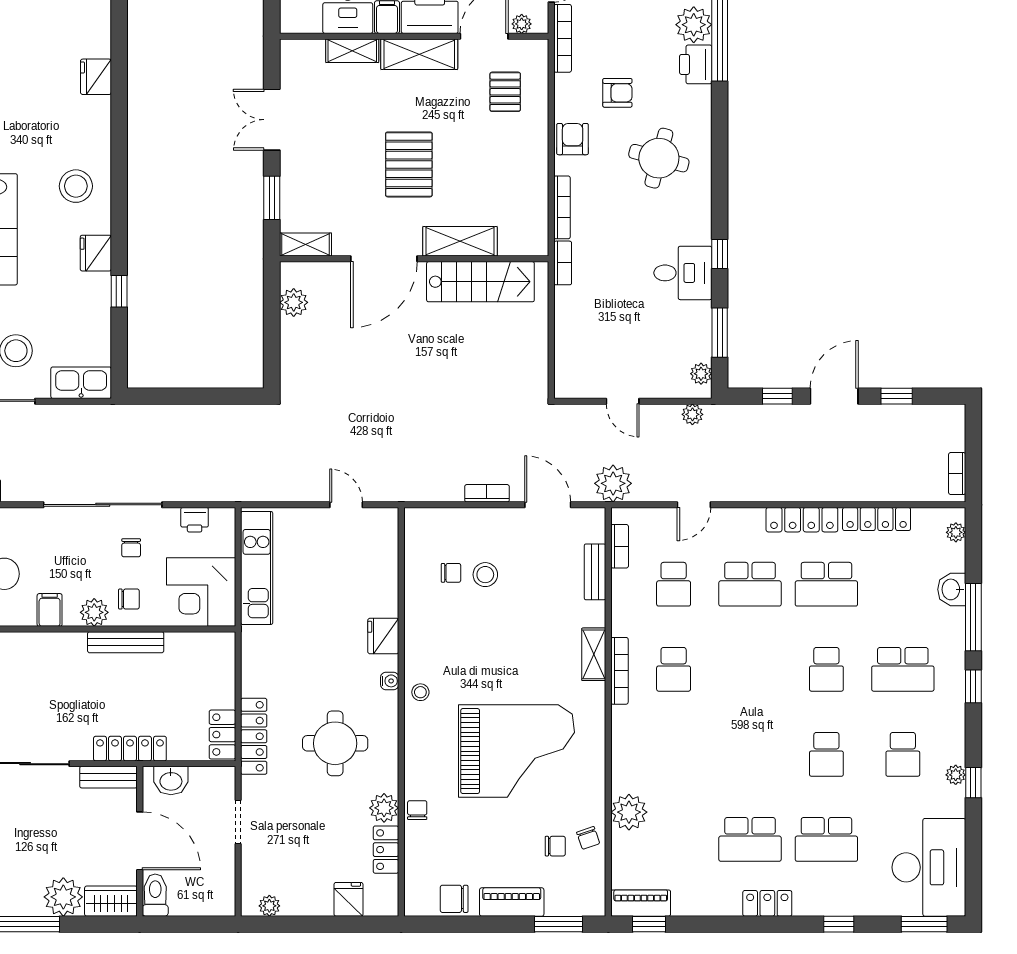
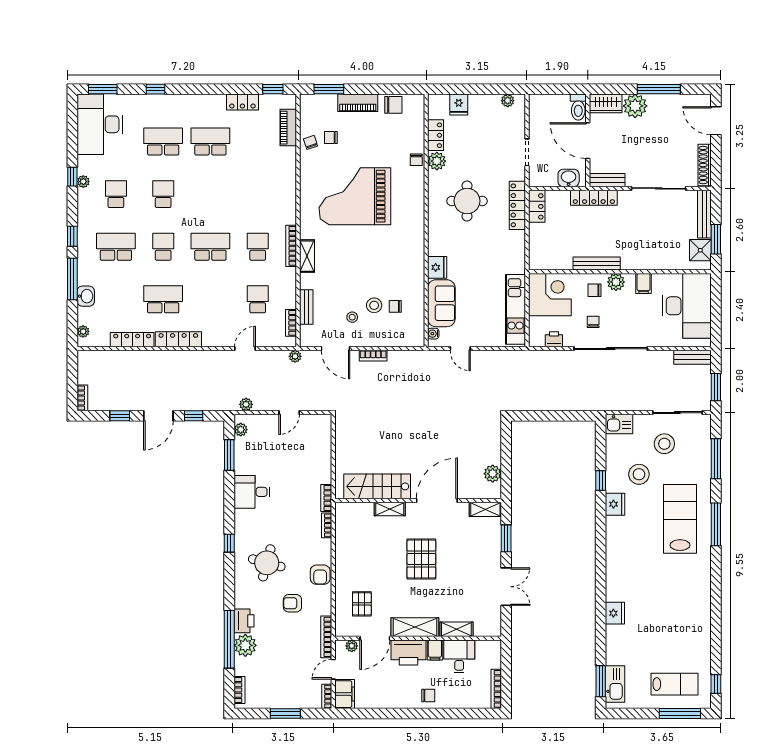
stool: (76, 186) -> (639, 474), moved
bookcase: (562, 207) -> (327, 525), width x0.64
shelving: (460, 241) -> (390, 509), width x0.67, depth x0.75
window: (720, 254) -> (229, 543), moved
kitchen sink: (81, 383) -> (619, 424), width x0.73
door: (623, 401) -> (289, 413), swing flipped
bookcase: (957, 474) -> (82, 398), moved
plant: (613, 483) -> (295, 356), width x0.53, depth x0.53
sofa: (377, 578) -> (441, 303), added
school desk: (750, 584) -> (210, 247), moved
water cooler: (390, 681) -> (433, 334), moved
stool: (420, 692) -> (352, 317), moved
plant: (629, 812) -> (285, 158), removed
piano: (641, 903) -> (288, 128), moved, turned 90
locker: (767, 903) -> (242, 102), moved

